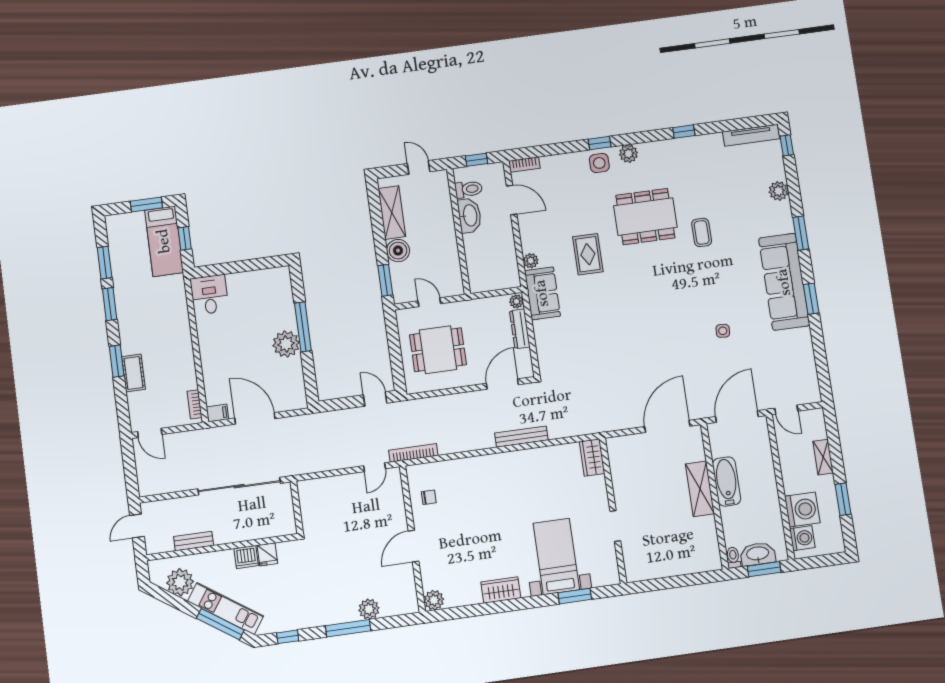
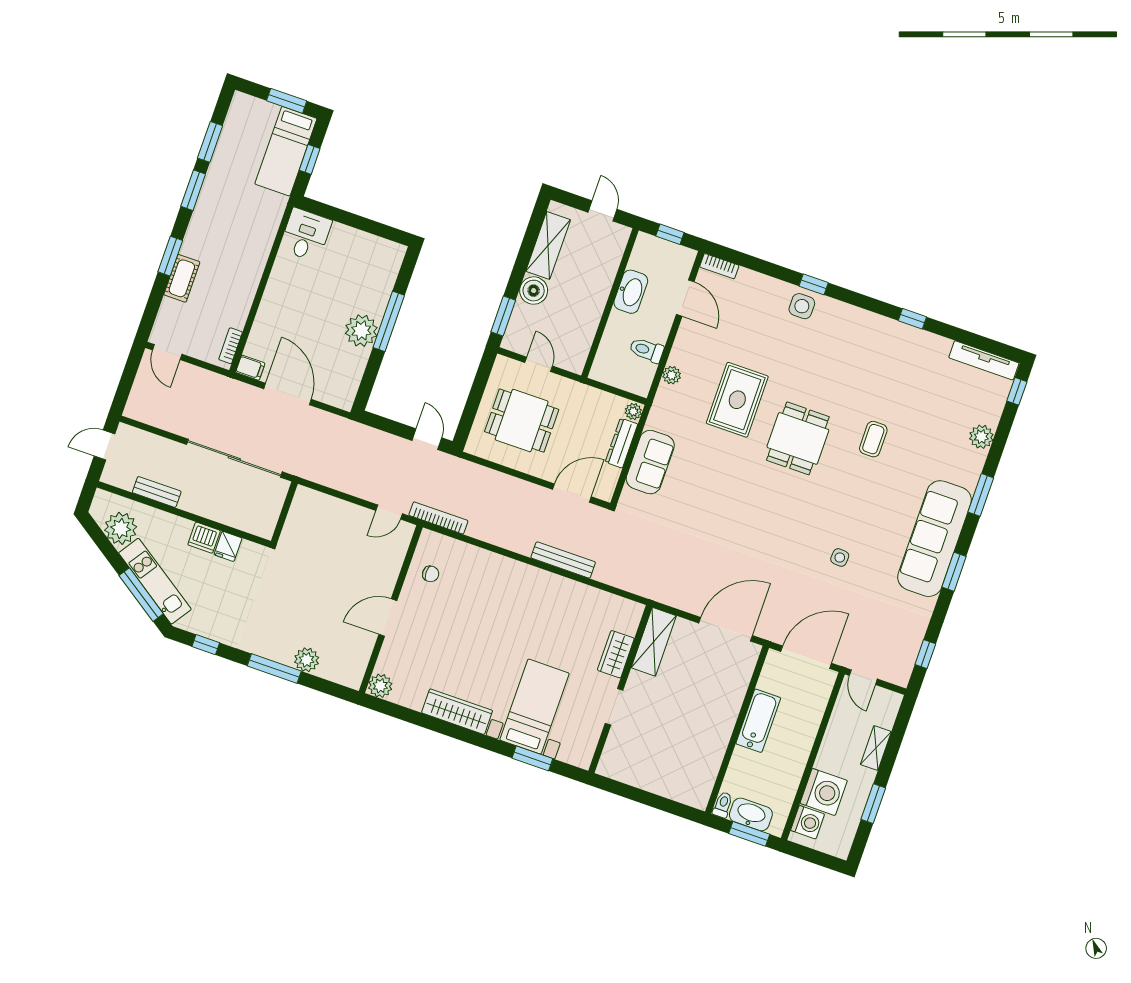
plant: (629, 154) -> (839, 312), removed
toilet: (469, 189) -> (647, 350), moved, turned 180
dining table: (645, 217) -> (798, 438), moved, width x0.73
rug: (588, 254) -> (737, 400), width x1.36, depth x1.43
sofa: (542, 293) -> (650, 462), moved
window: (822, 369) -> (925, 654), added
wardrobe: (592, 457) -> (616, 654), moved
shelving: (700, 489) -> (654, 642), moved
wardrobe: (501, 590) -> (457, 712), width x1.50

